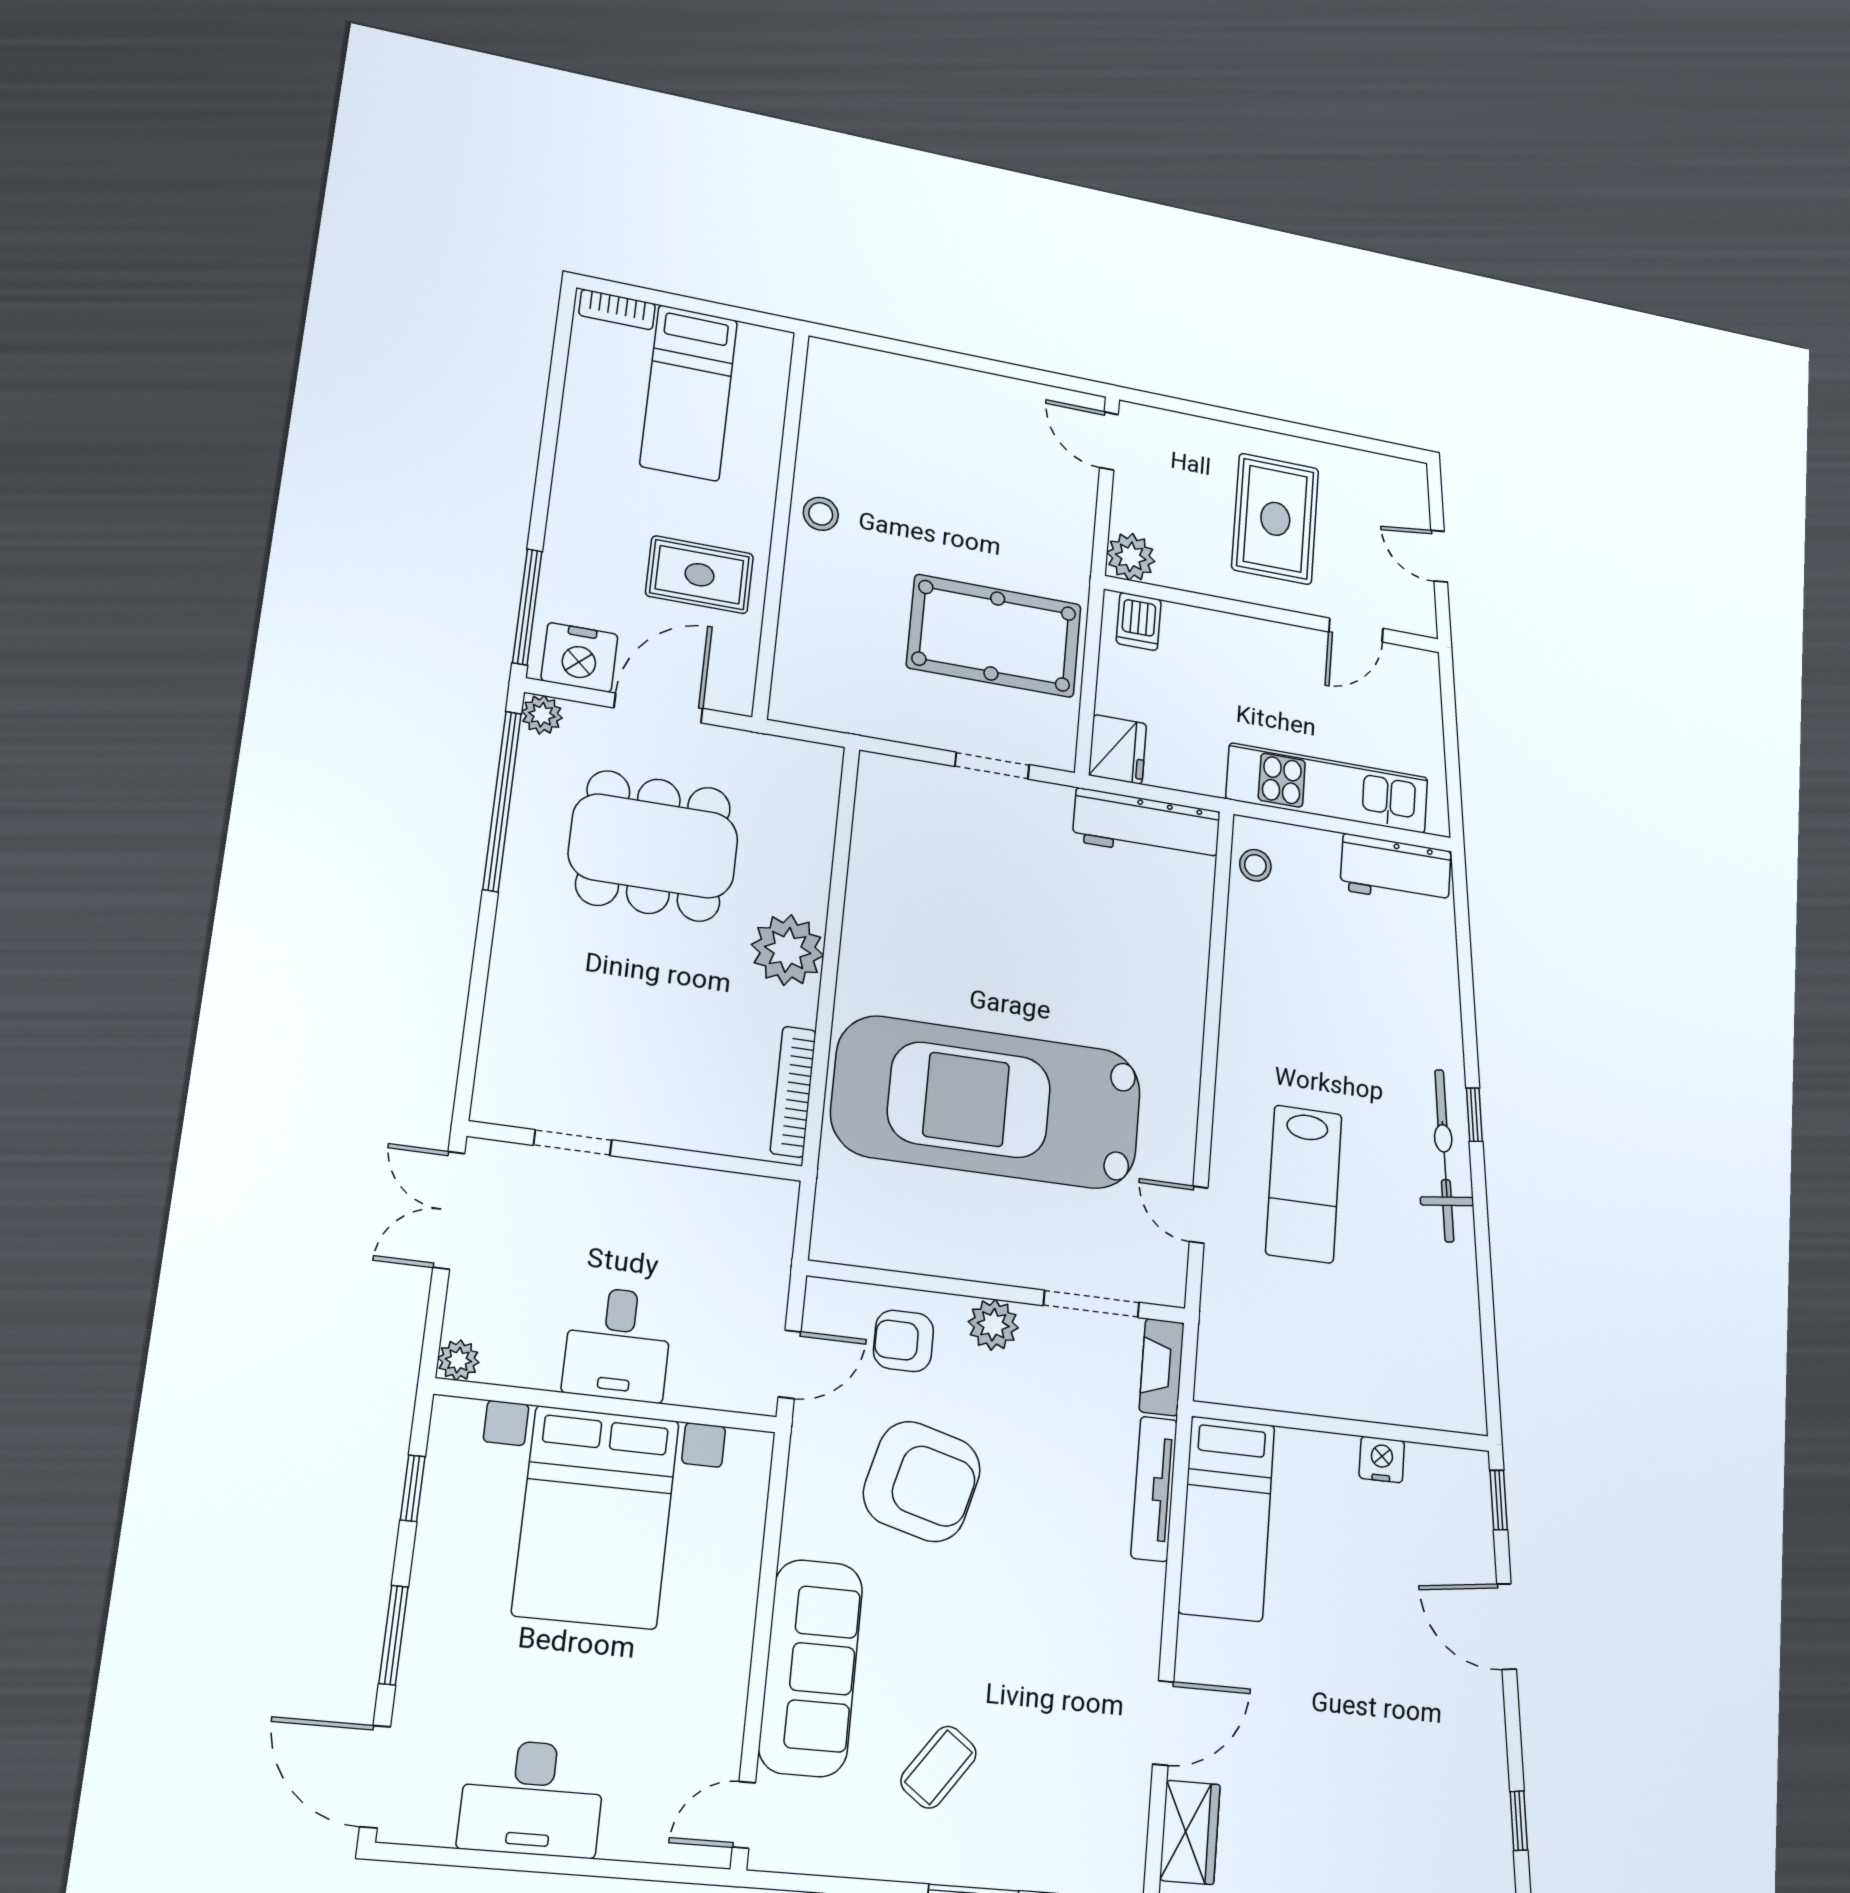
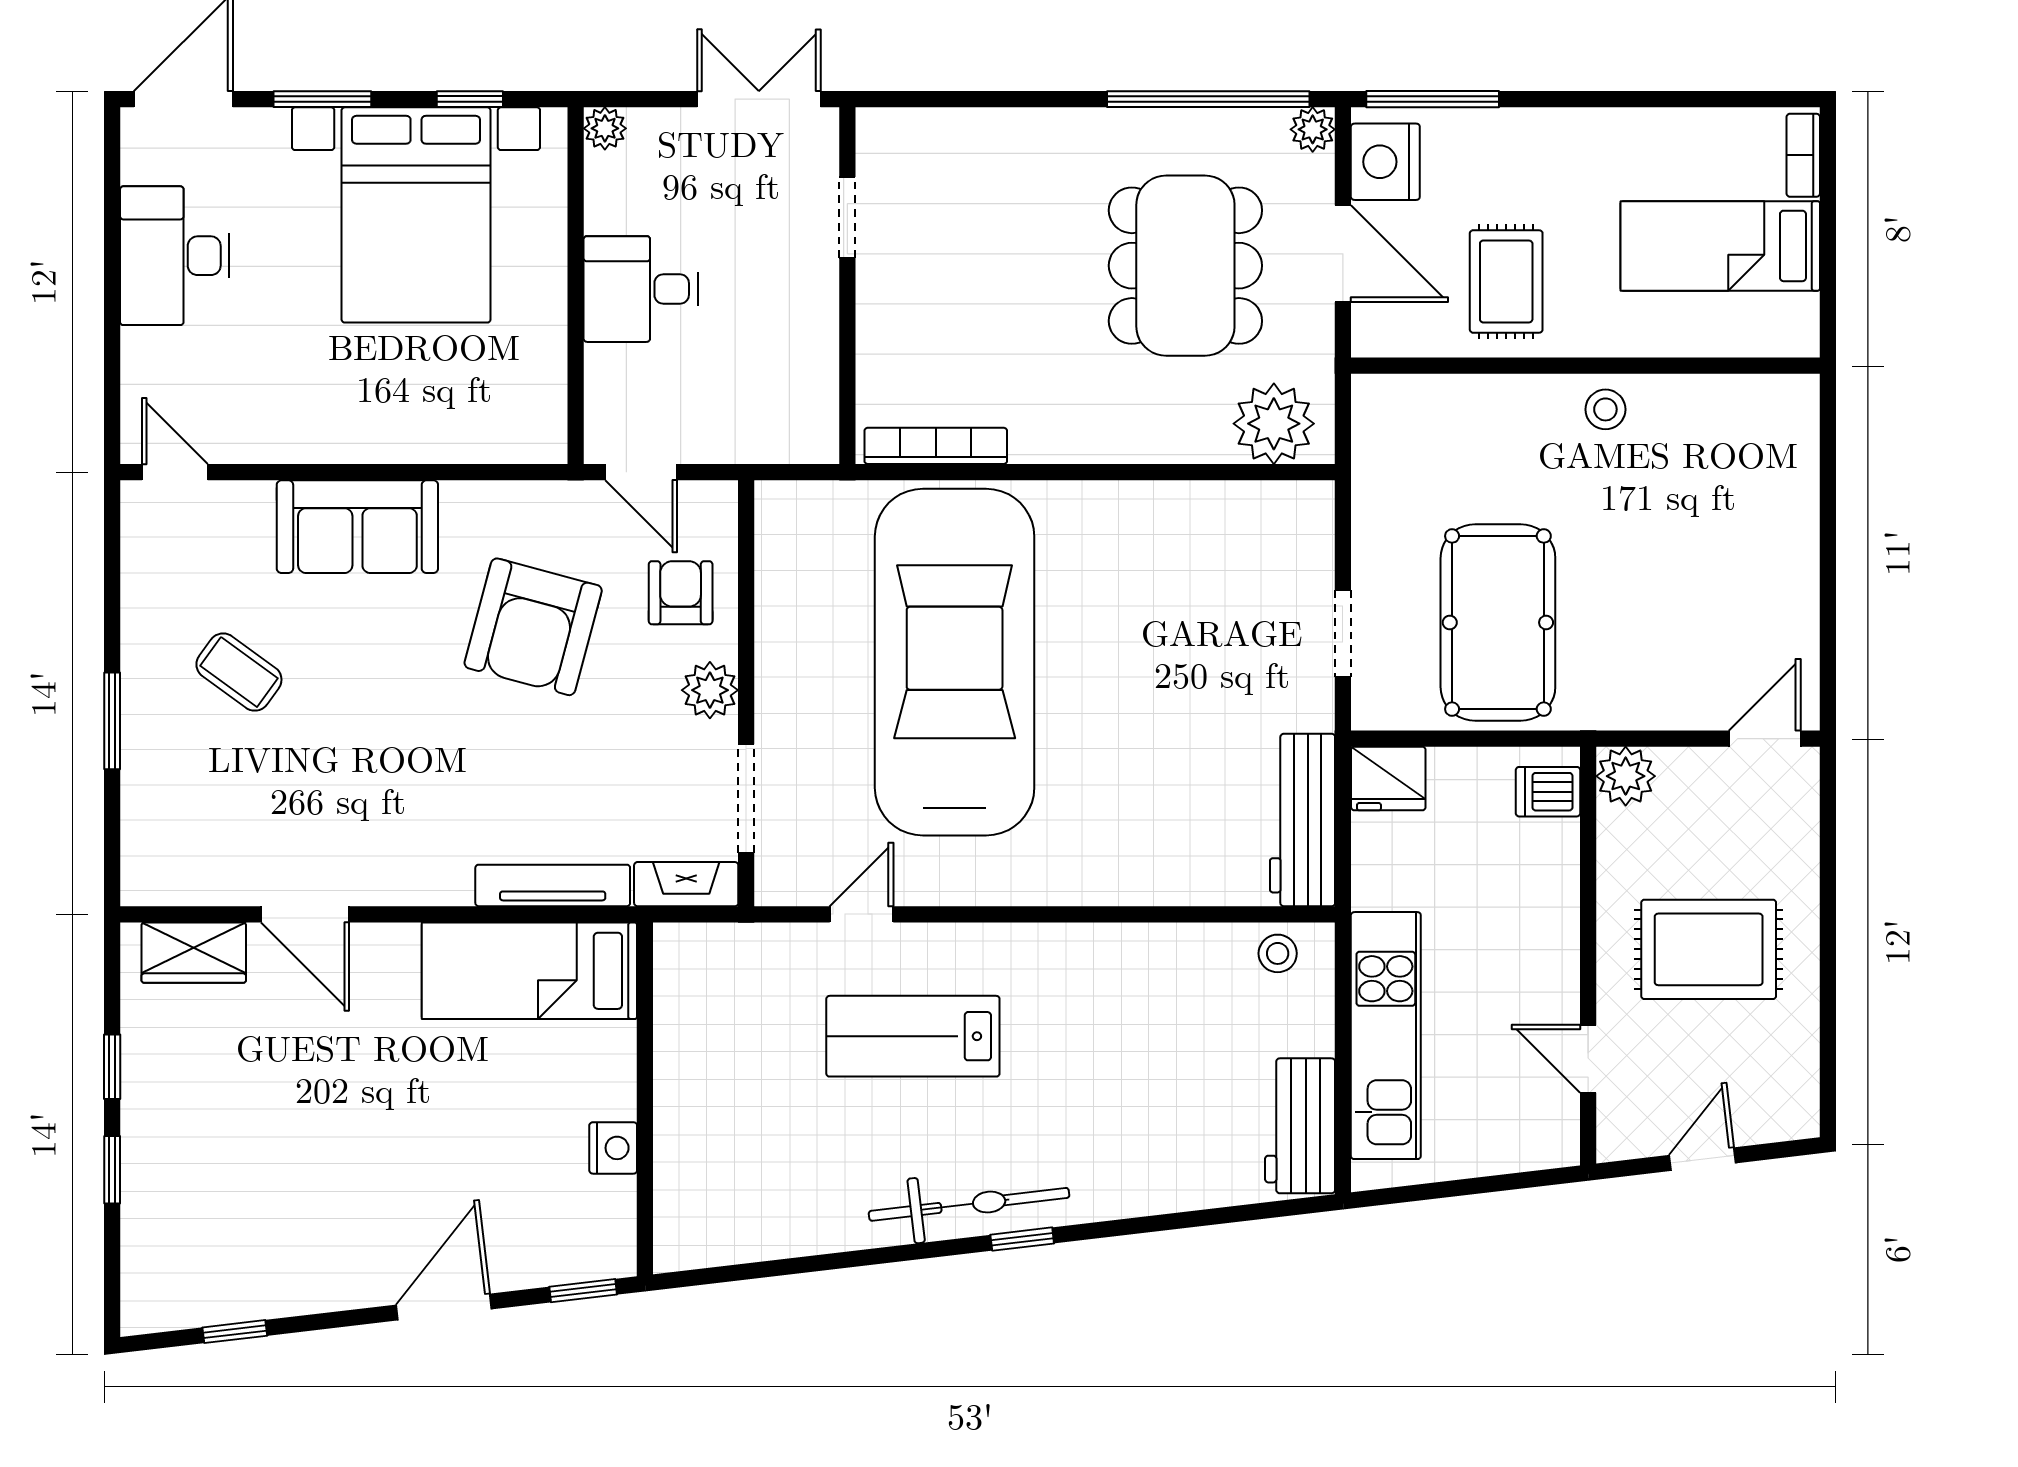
plant: (788, 950) -> (1274, 424), moved
bed with nightstands: (596, 1517) -> (416, 215), moved, turned -90
sofa: (811, 1668) -> (357, 527), width x0.73

